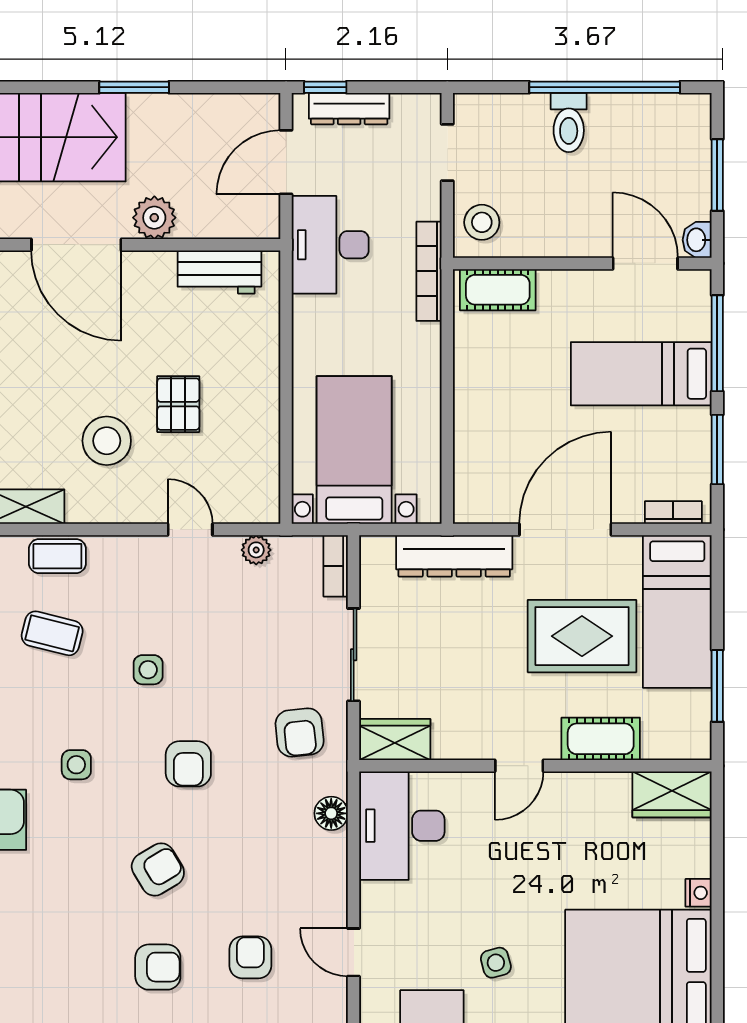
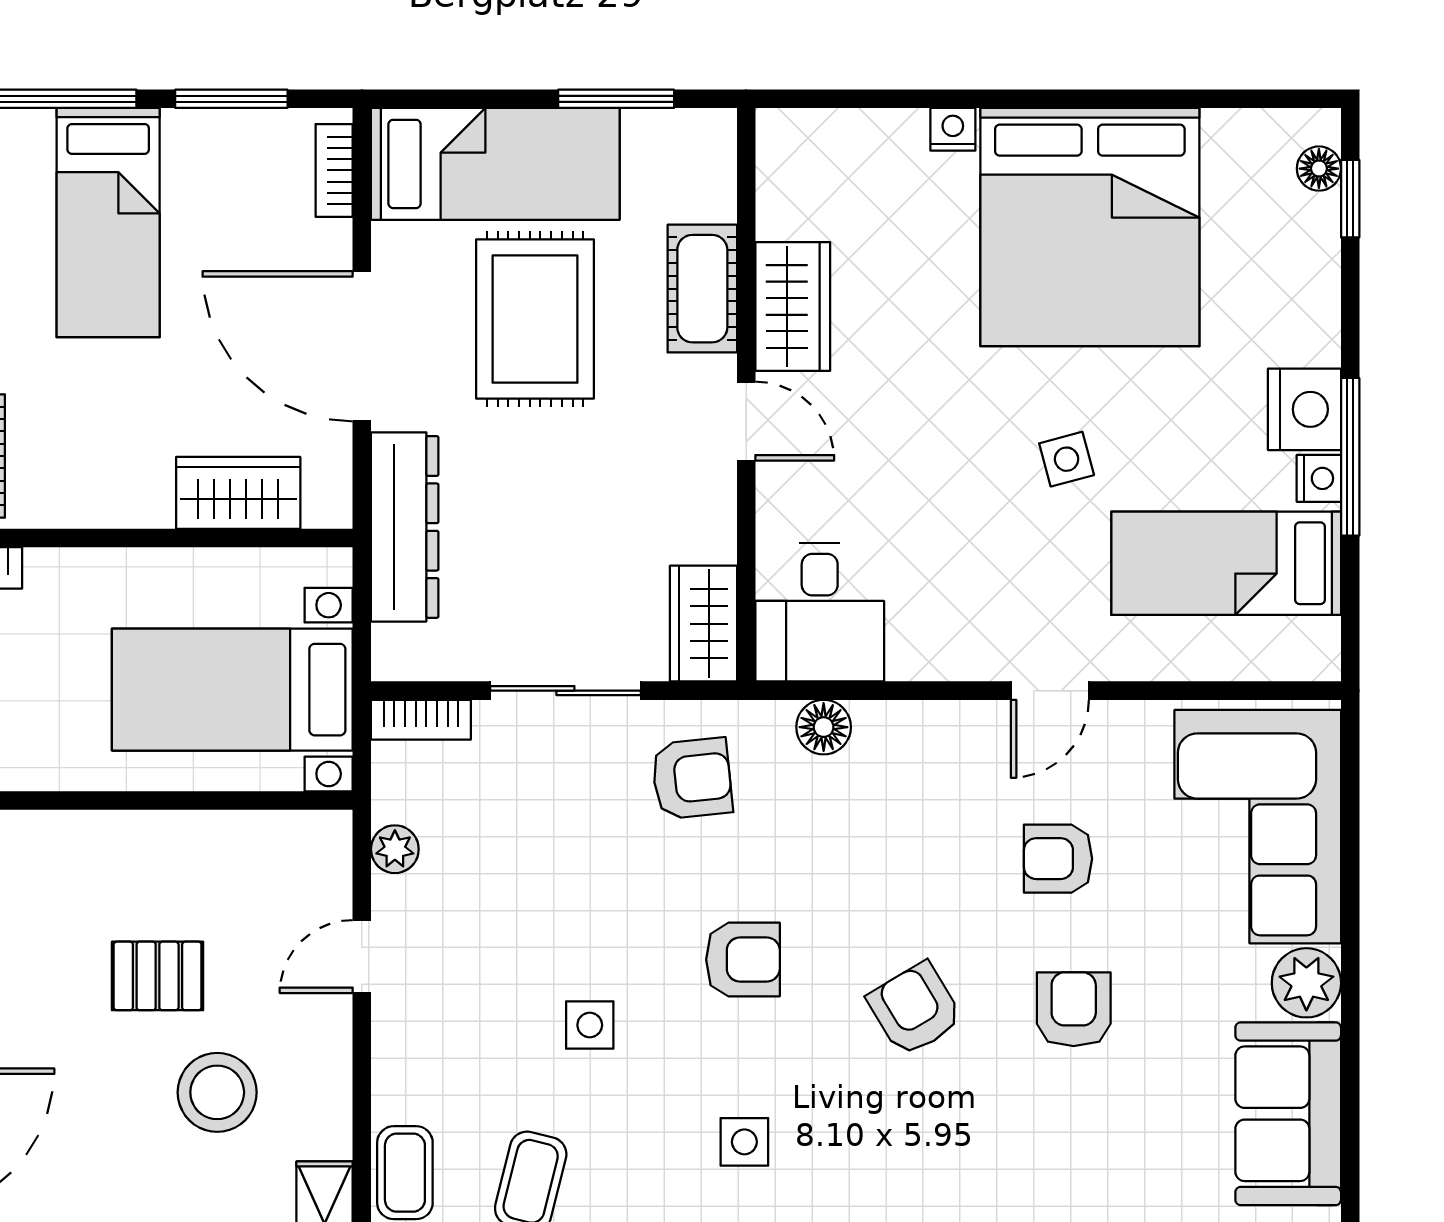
wardrobe: (475, 454) -> (238, 493), added
wardrobe: (672, 794) -> (793, 307), moved
desk: (402, 826) -> (820, 612), width x0.73

